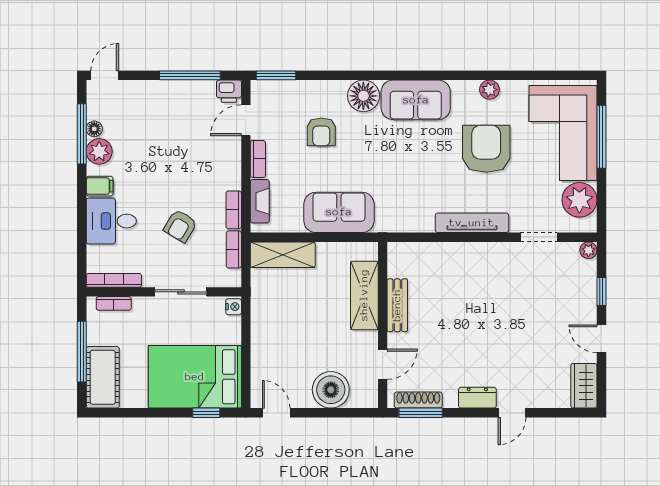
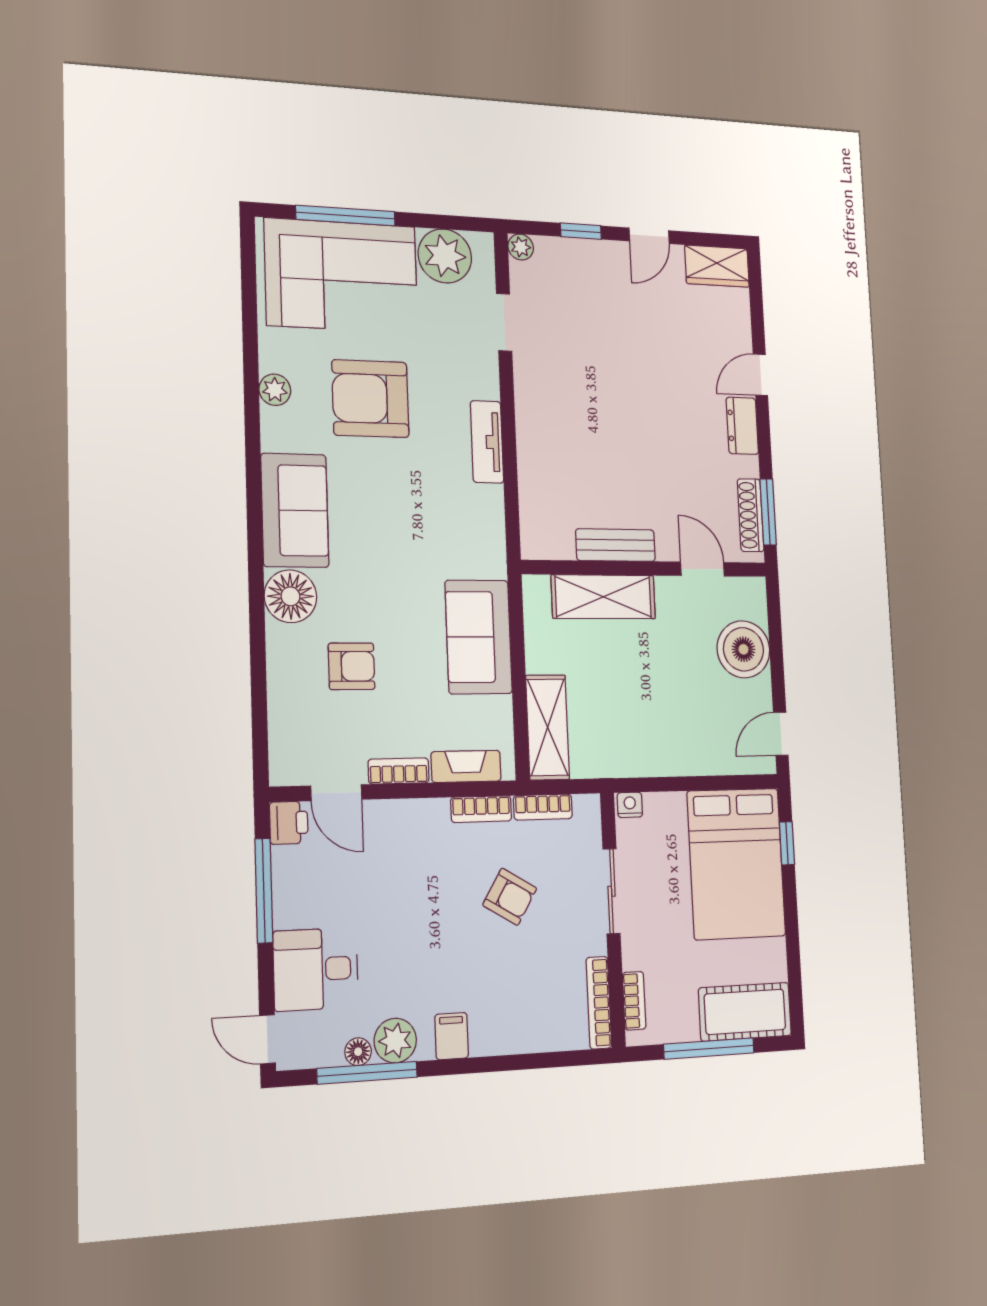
window: (276, 75) -> (260, 743), removed
desk: (111, 221) -> (316, 969), moved, turned 90
tv unit: (472, 223) -> (487, 442), width x0.71
door: (512, 413) -> (760, 375), swing flipped

